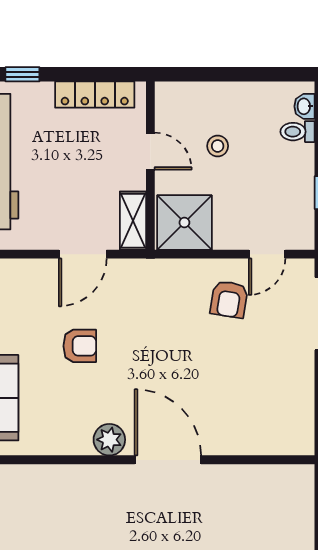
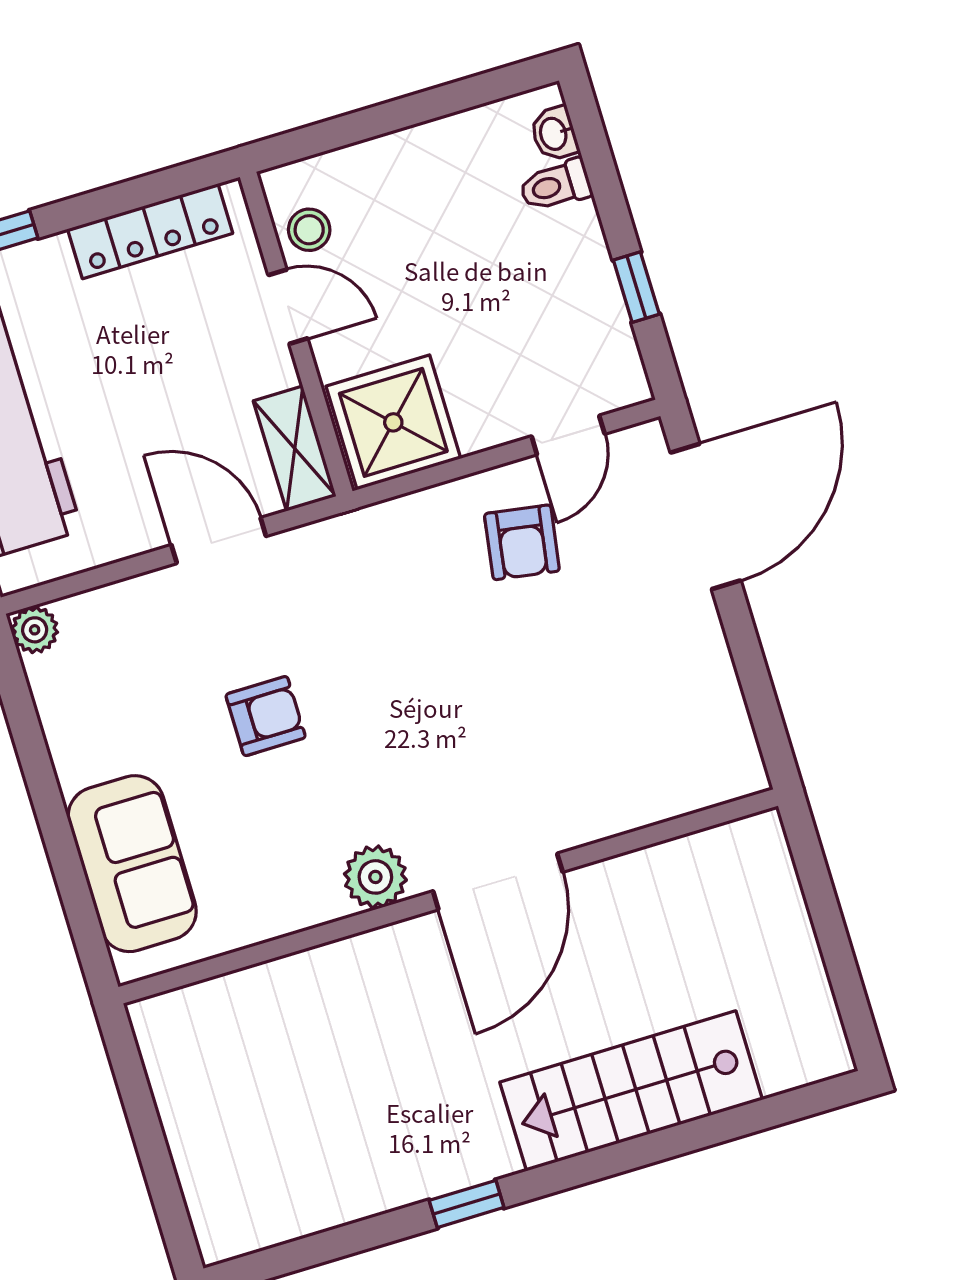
stool: (218, 146) -> (309, 230), moved
door: (83, 254) -> (219, 541), swing flipped
door: (168, 460) -> (498, 882), swing flipped

